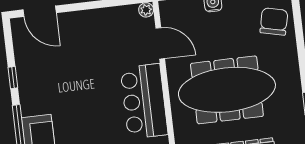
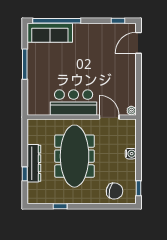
door: (160, 43) -> (109, 117), swing flipped
window: (13, 78) -> (118, 21), moved

